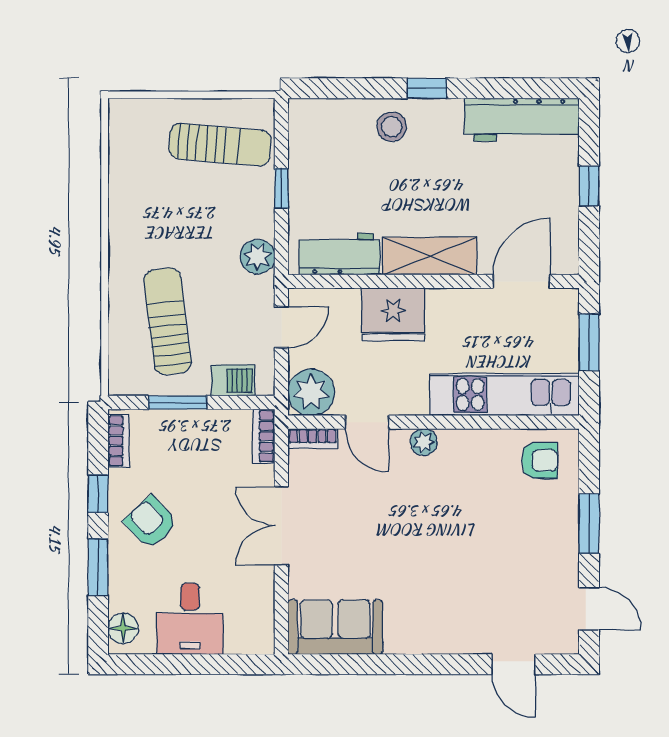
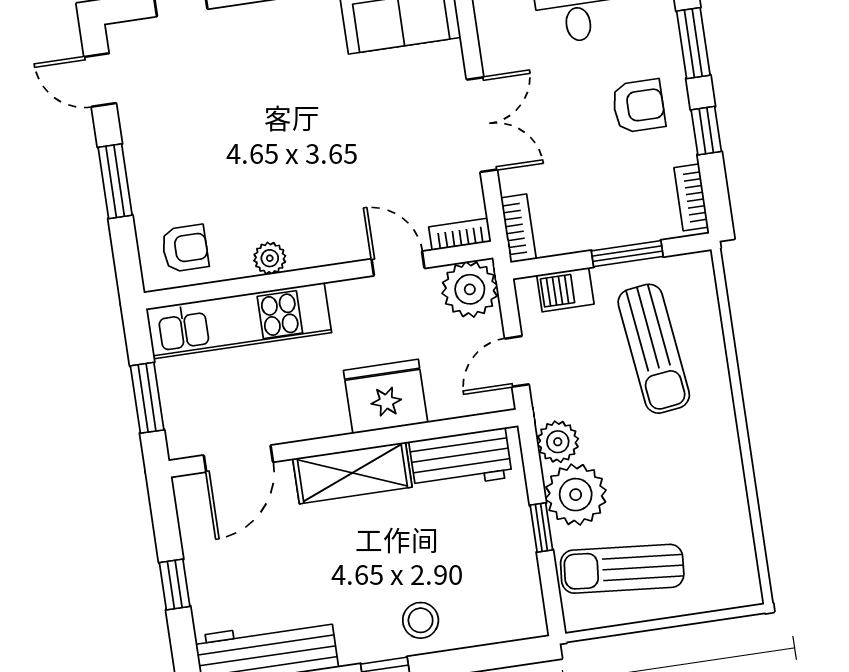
plant: (249, 211) -> (576, 495), added
plant: (424, 442) -> (270, 258), moved
armchair: (540, 460) -> (185, 248), turned 180
armchair: (151, 522) -> (639, 106), turned -47

